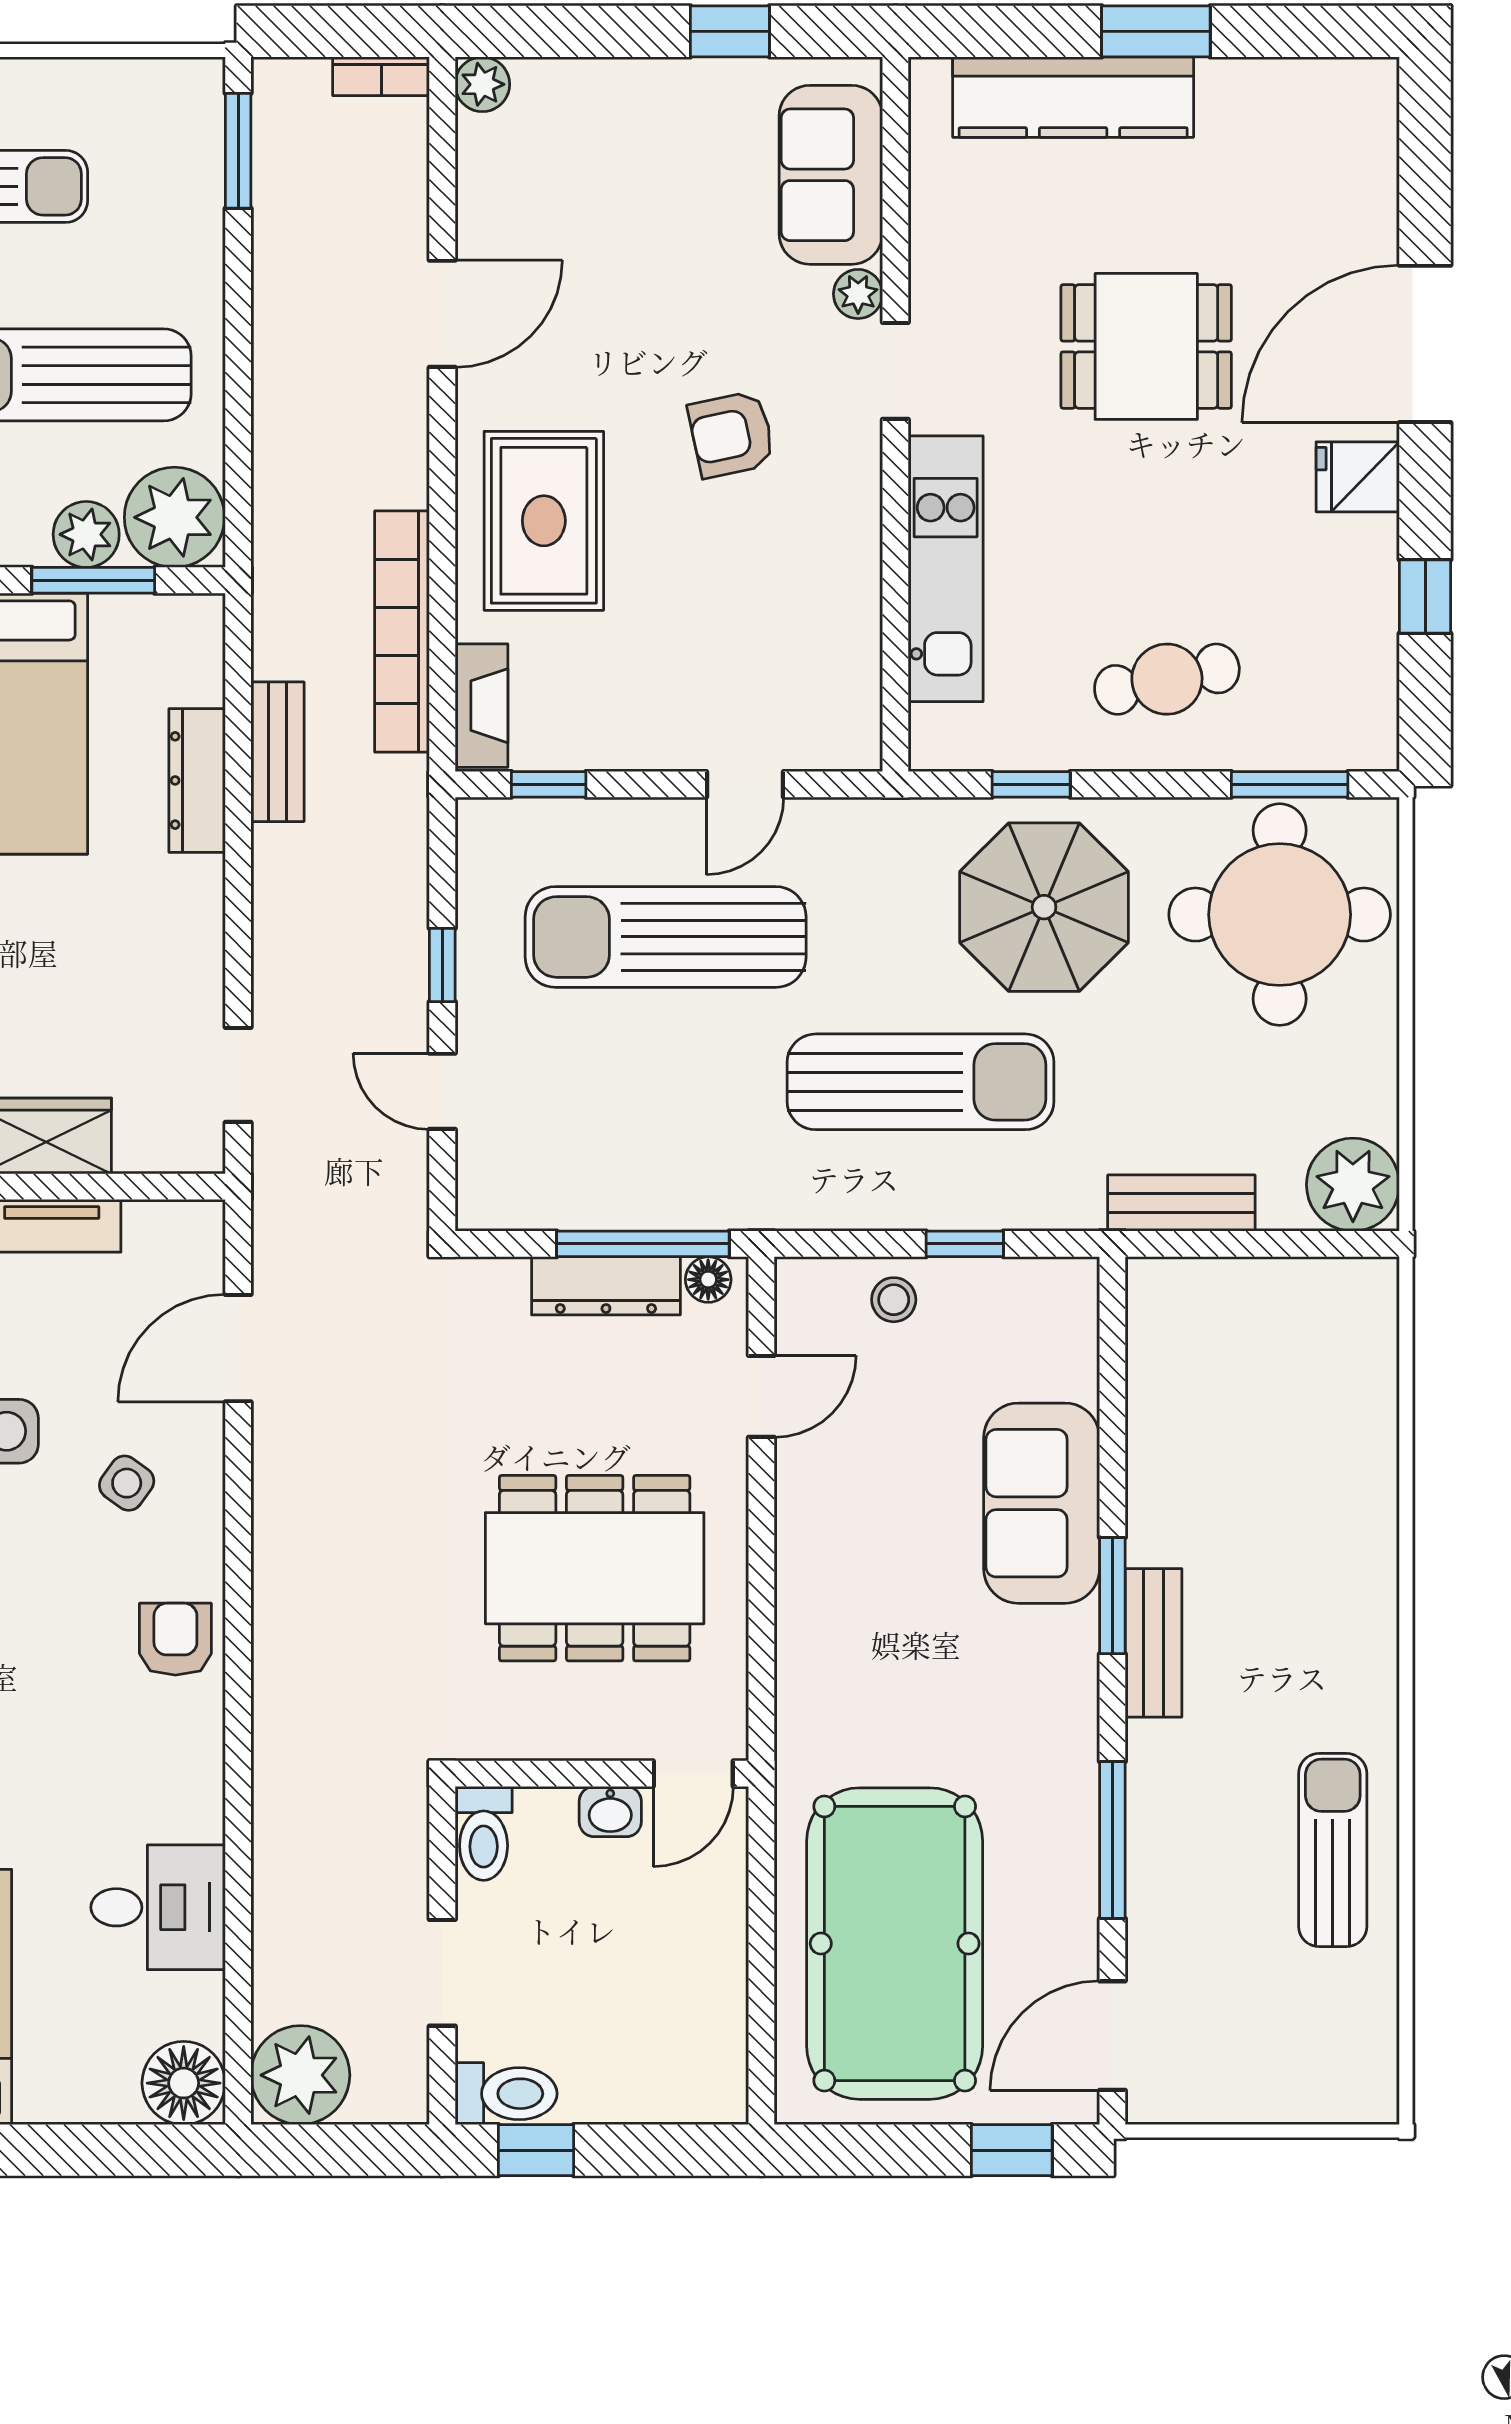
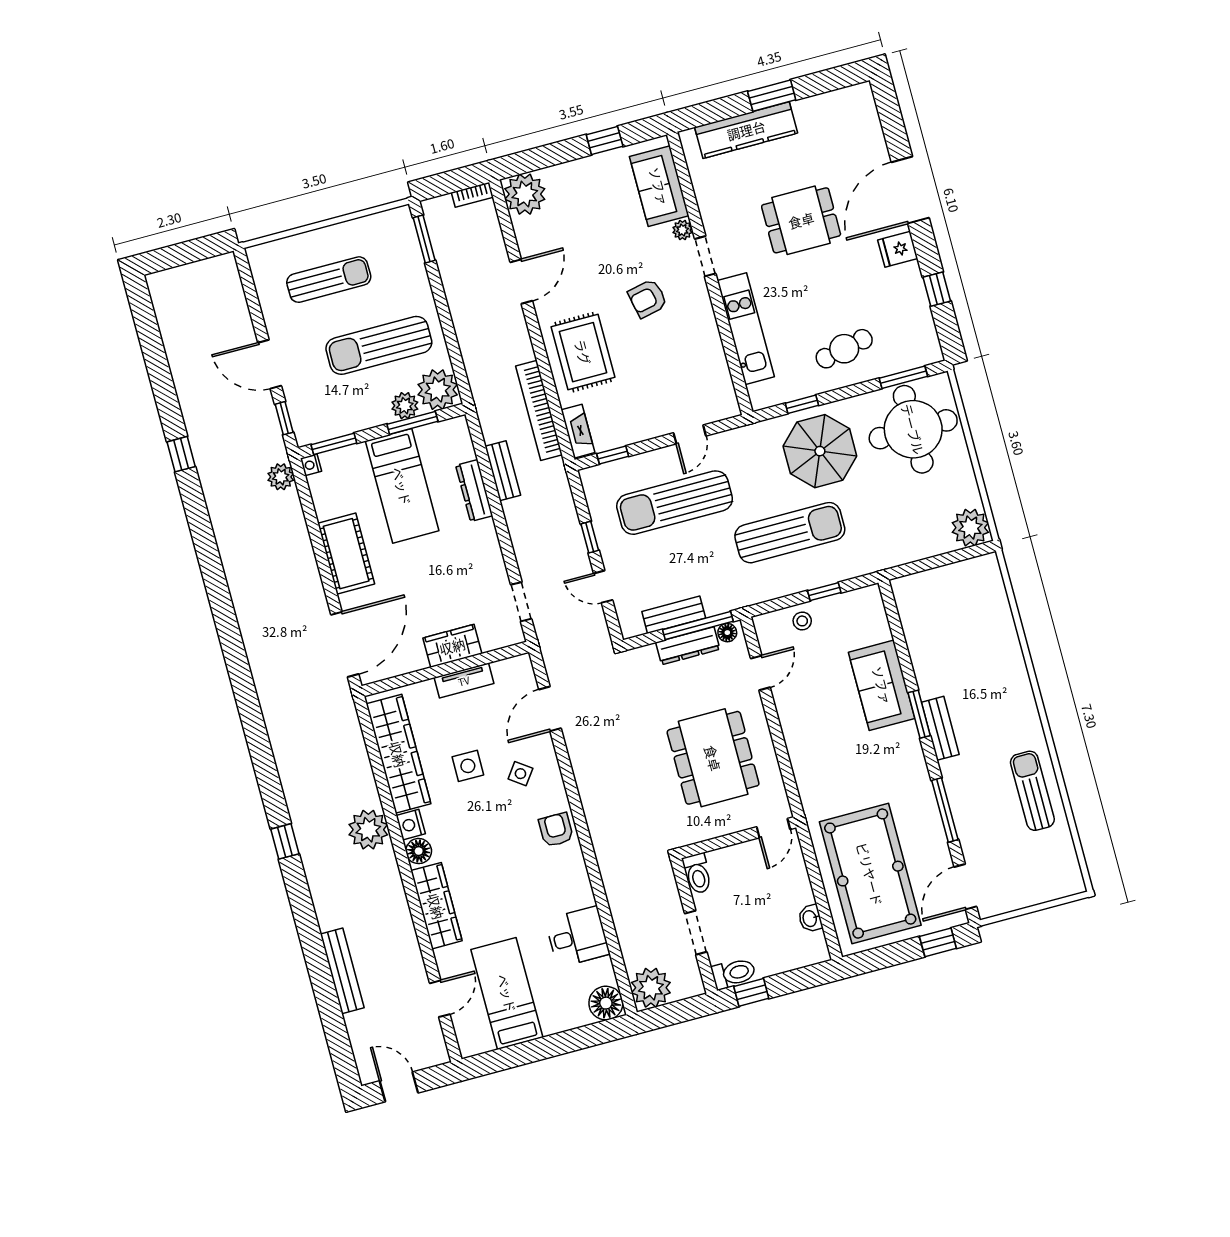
plant: (482, 84) -> (525, 194), width x1.88, depth x1.88
bench: (1181, 1203) -> (674, 615), moved
dining table: (595, 1568) -> (713, 758), turned 90
washbasin: (610, 1812) -> (810, 918), moved, turned 90

